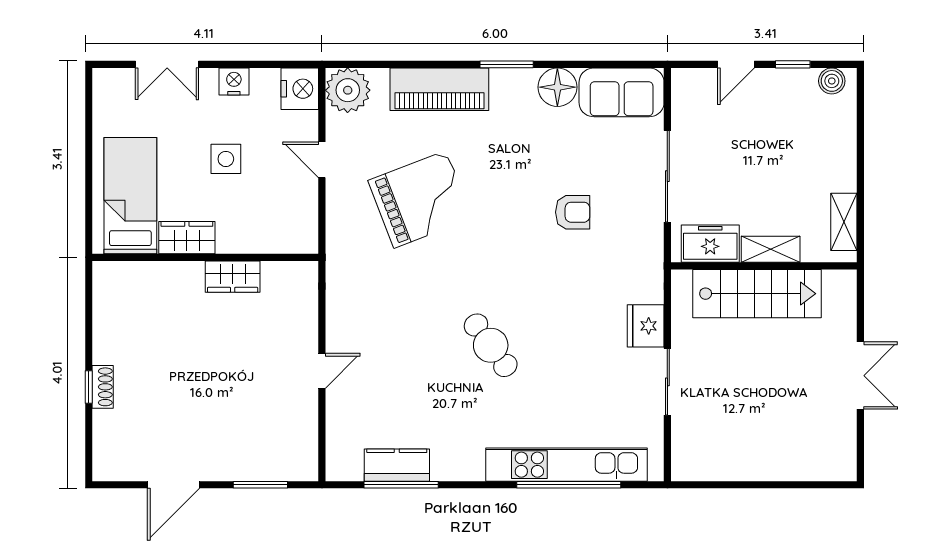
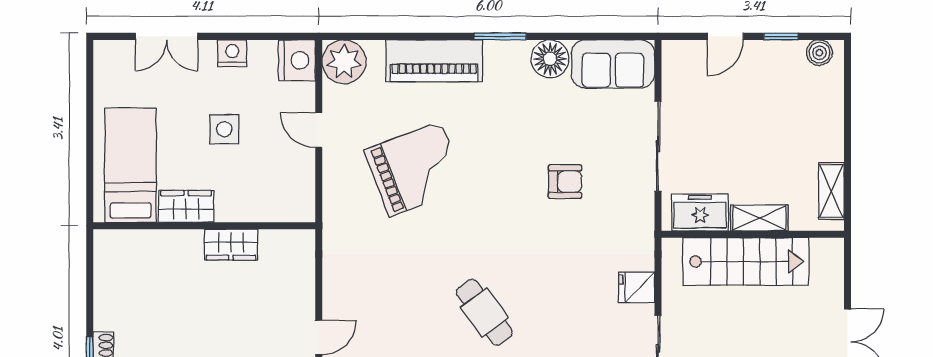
fridge: (646, 326) -> (637, 287), width x0.72

